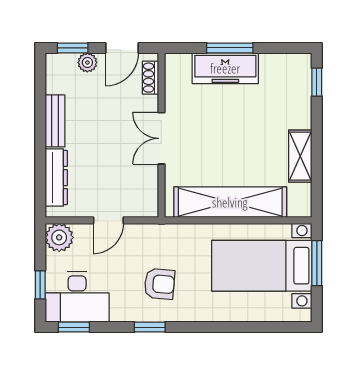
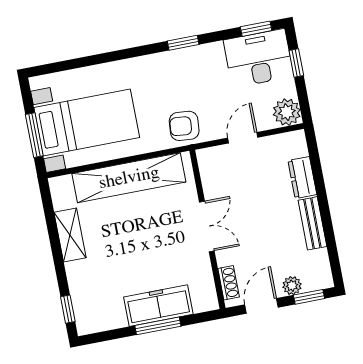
dresser: (56, 178) -> (302, 178), width x0.70
armchair: (159, 284) -> (184, 126), moved

